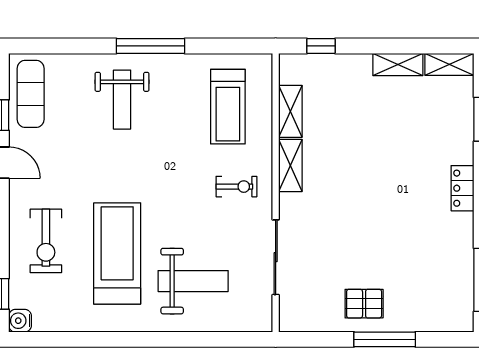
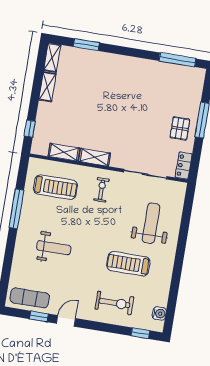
window: (150, 46) -> (16, 209), moved
weight bench: (122, 100) -> (54, 248), moved
locker: (462, 188) -> (184, 166), moved, turned 90
treadmill: (117, 253) -> (128, 264), width x0.73, depth x0.73
water cooler: (20, 321) -> (159, 313), moved, turned -90

